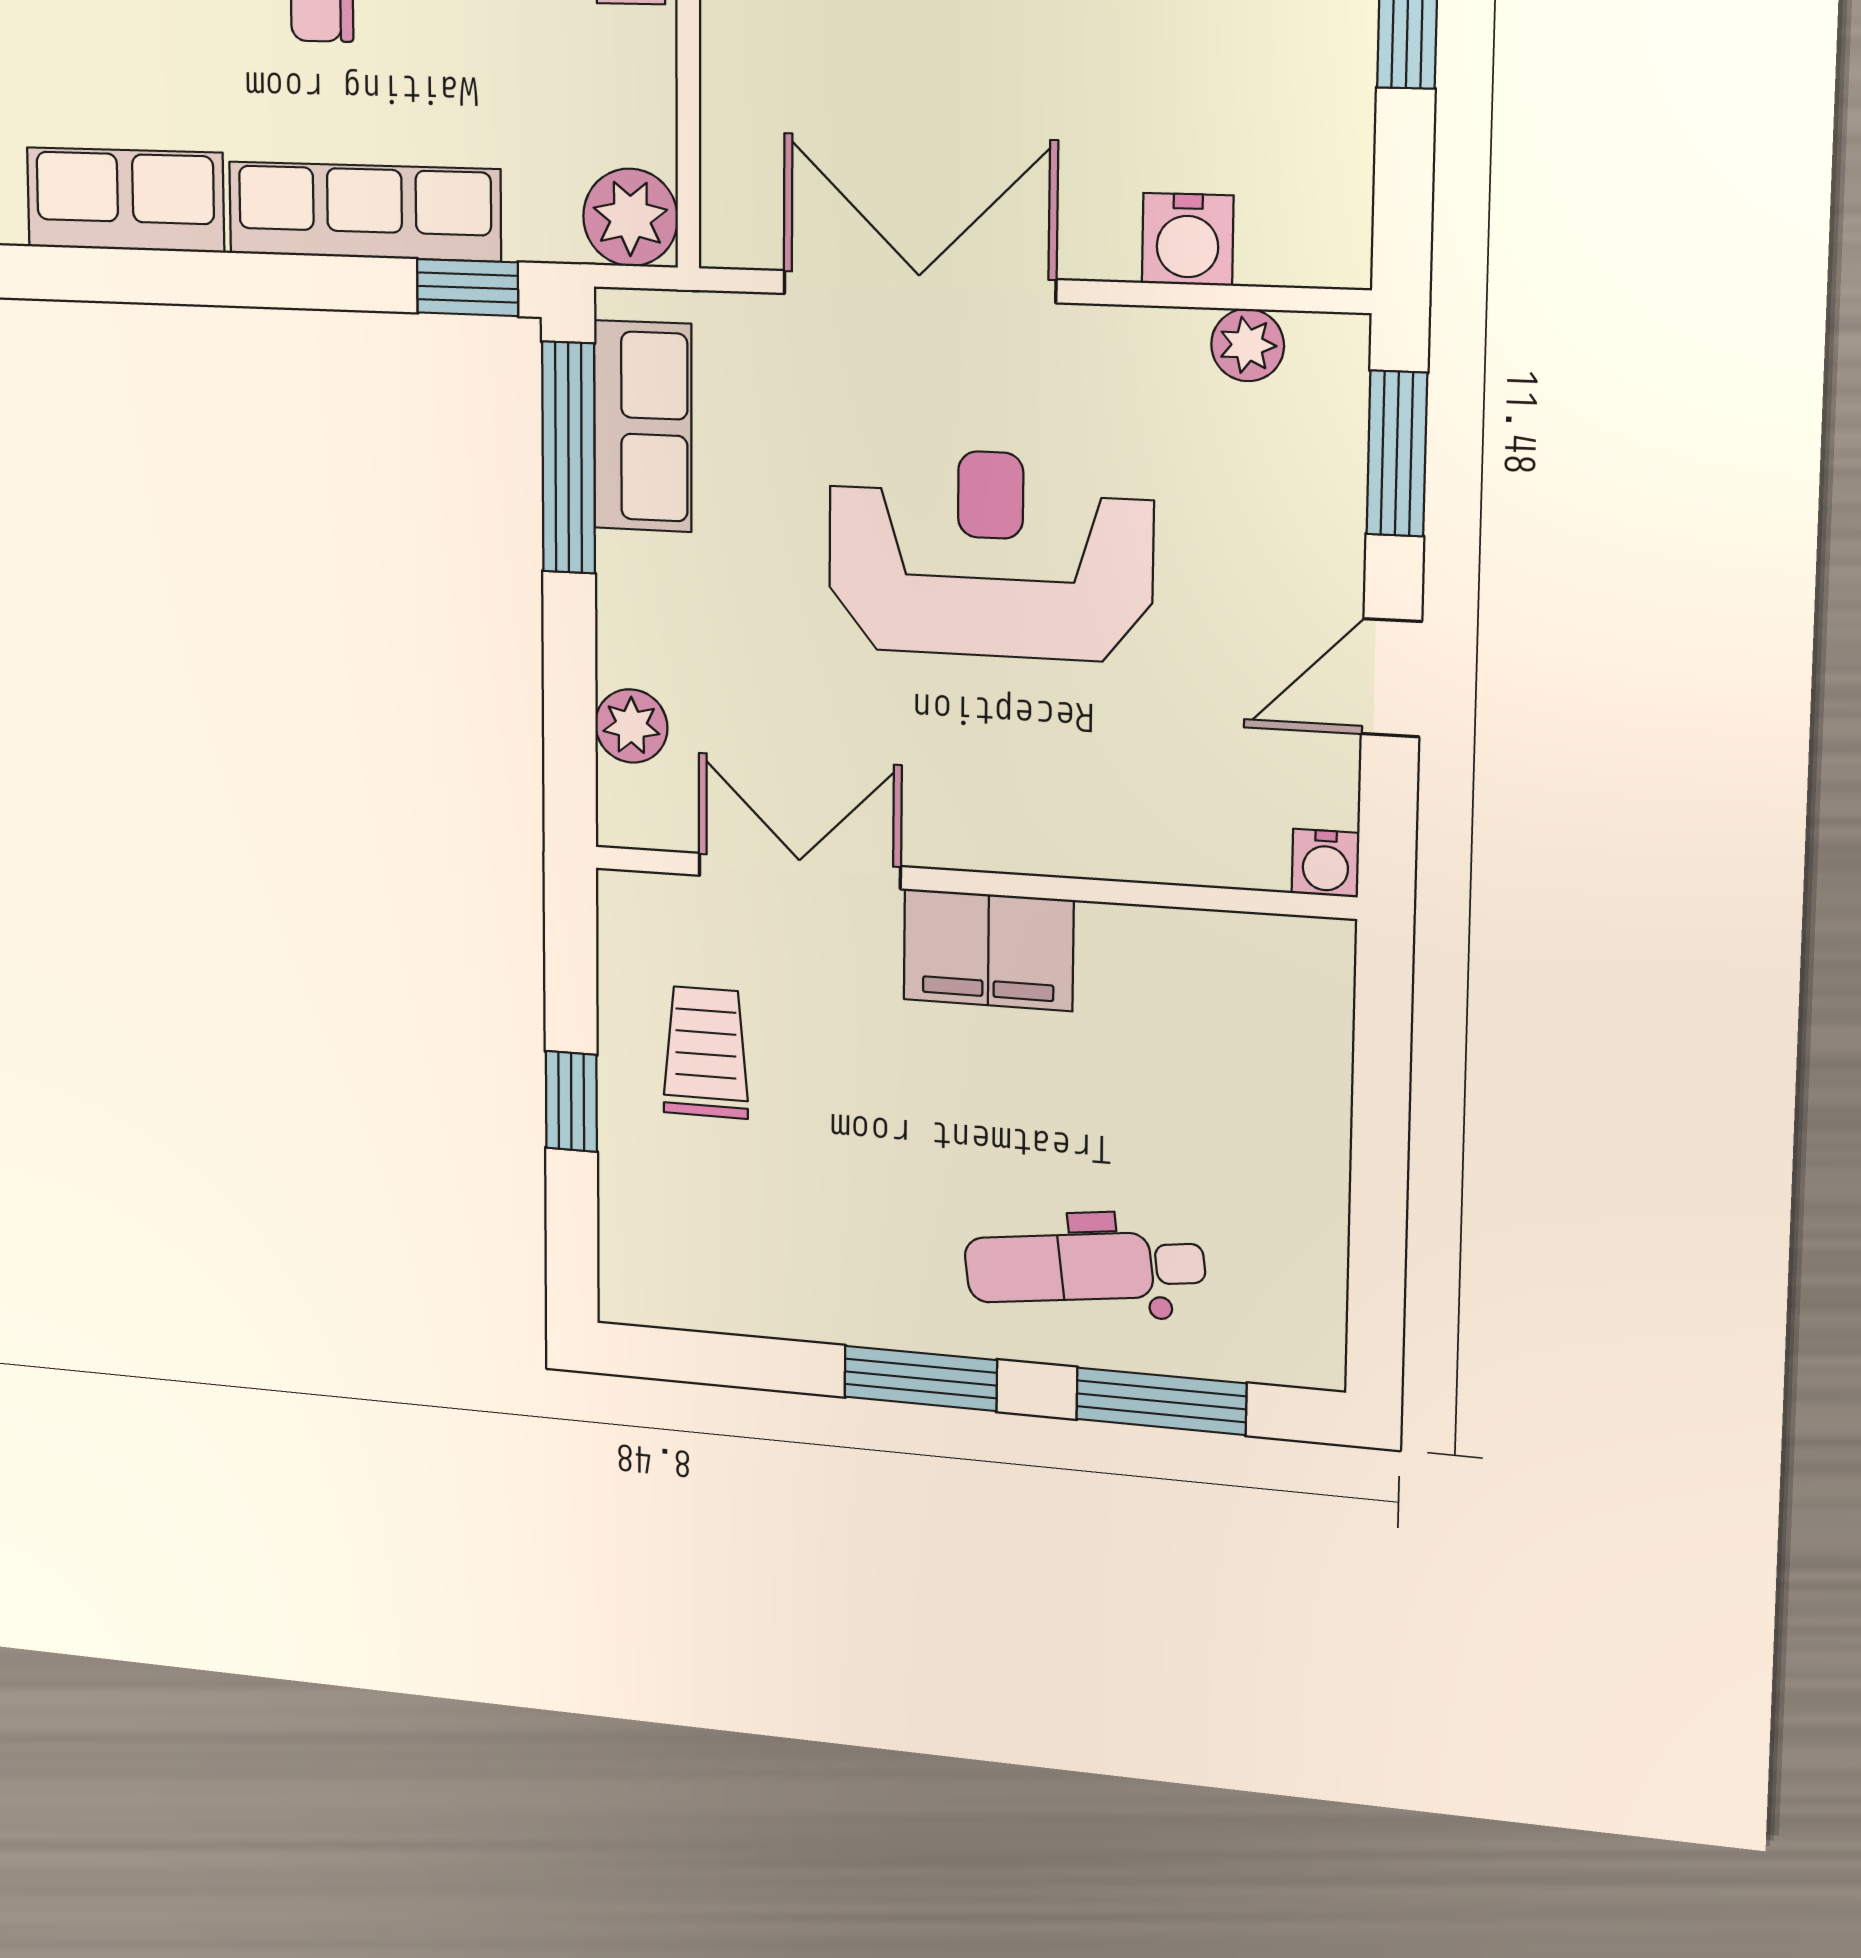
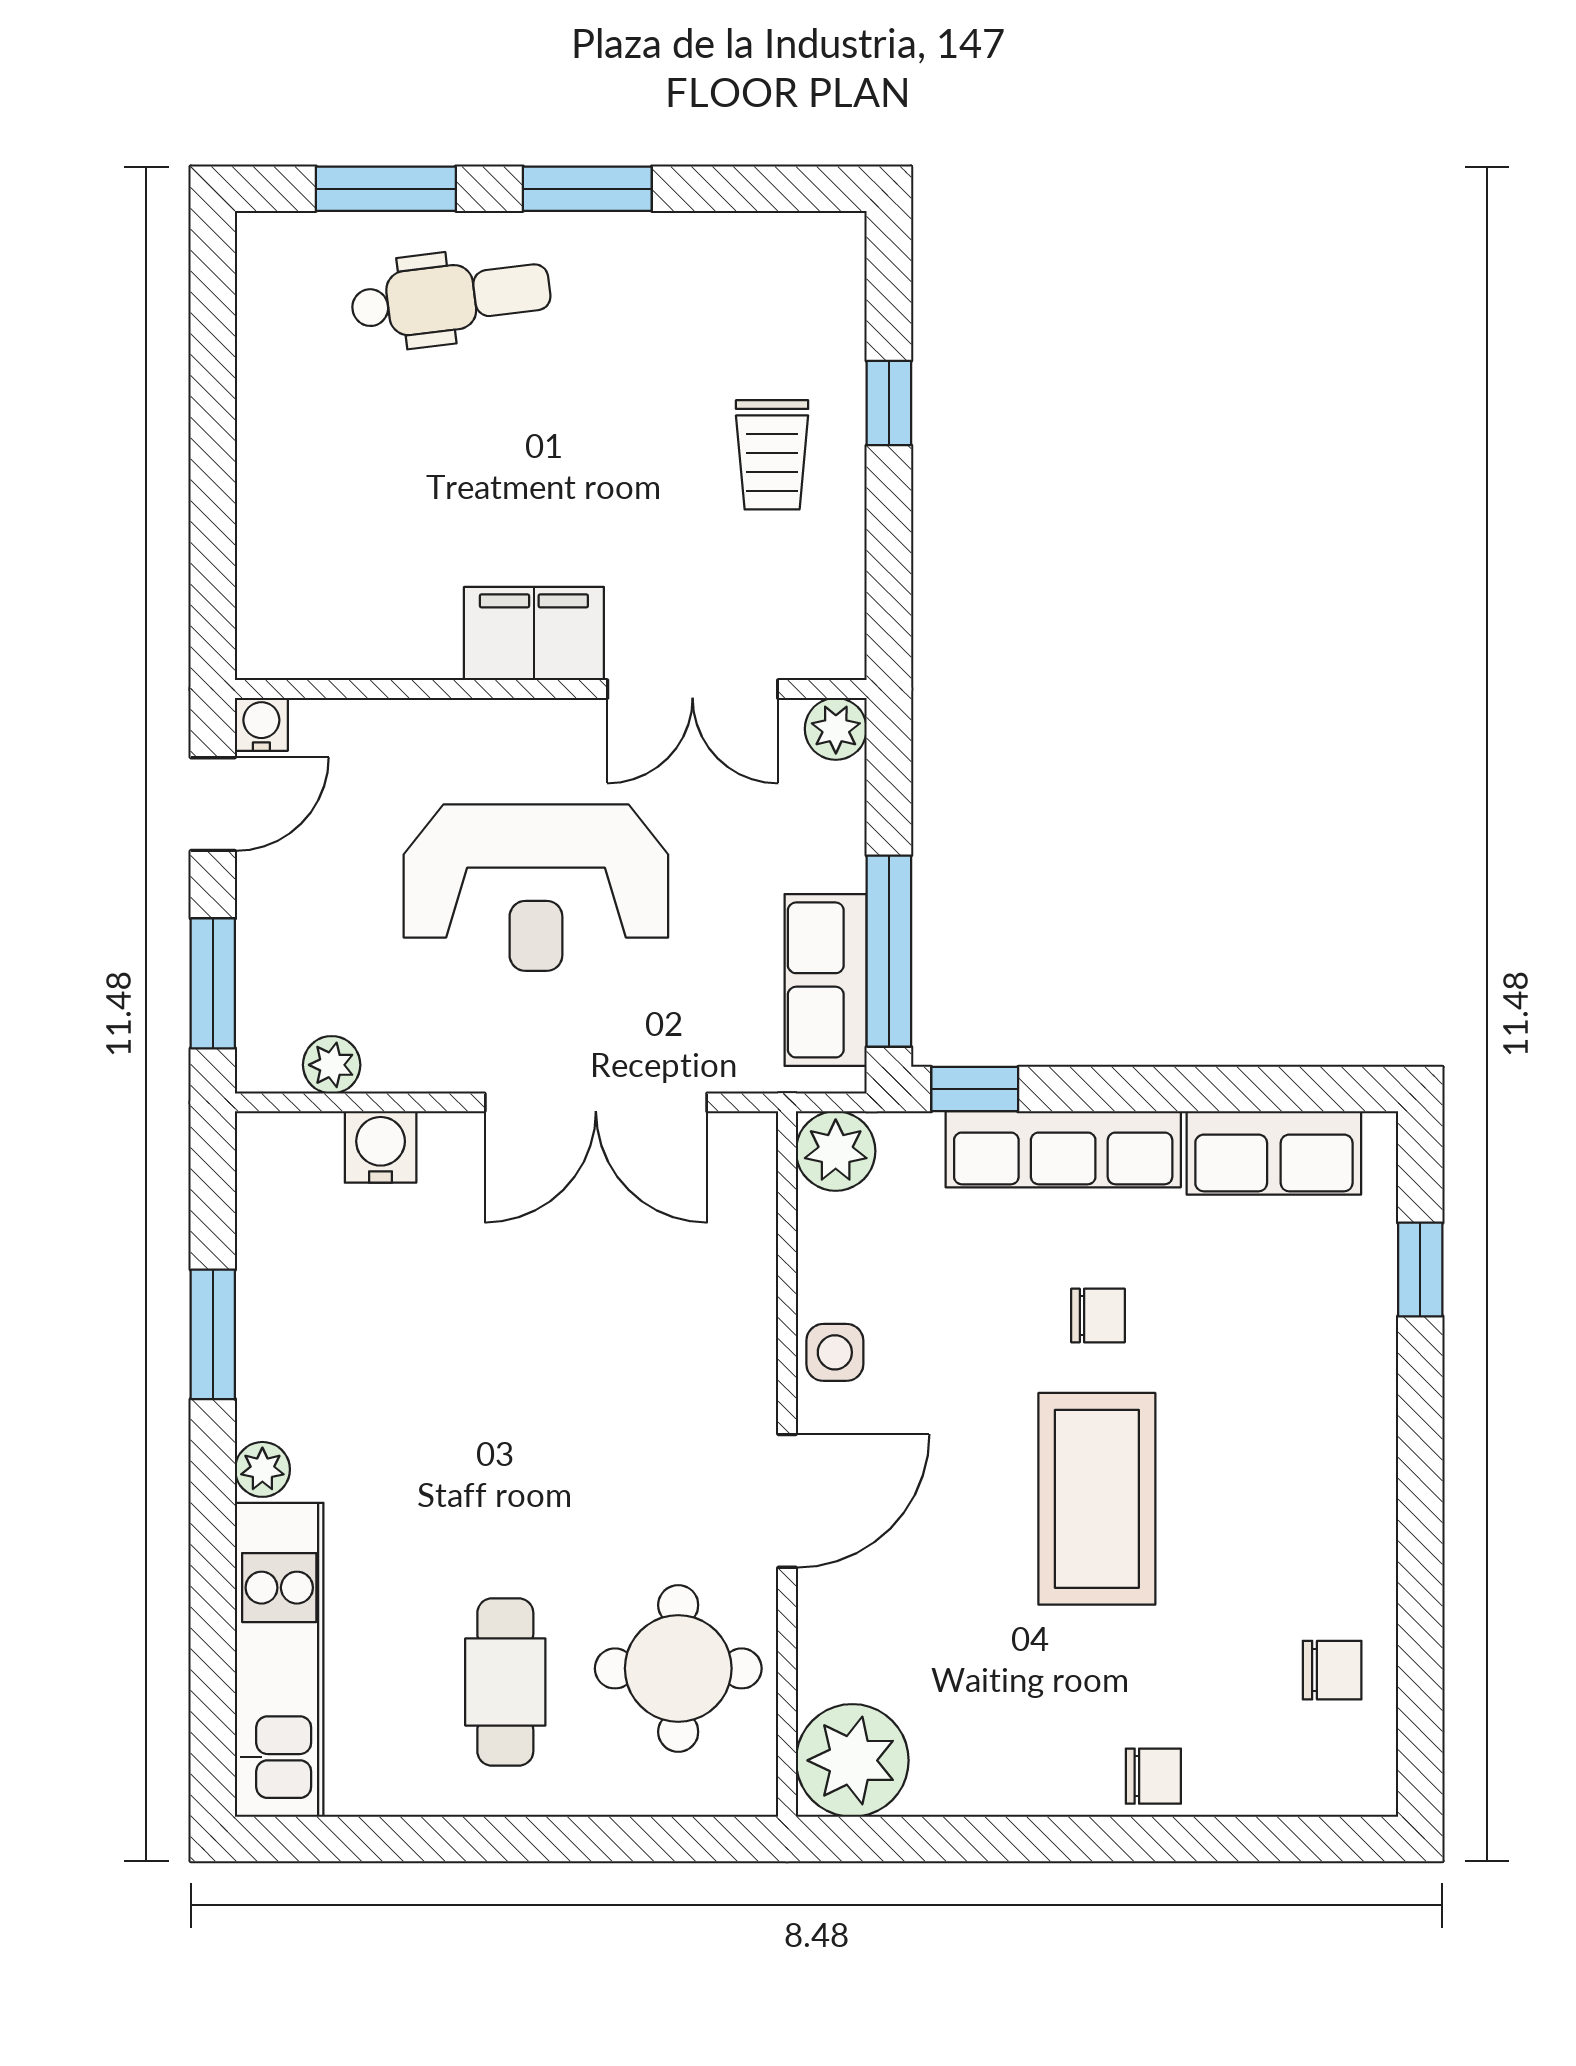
water cooler: (1325, 863) -> (261, 724), moved
double door: (799, 871) -> (693, 689), moved
wall: (969, 882) -> (551, 689), moved
filing cabinet: (988, 950) -> (534, 634), moved

